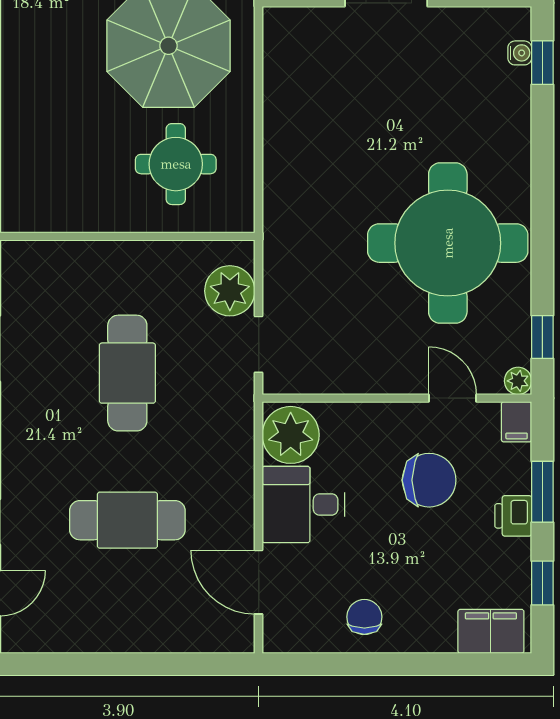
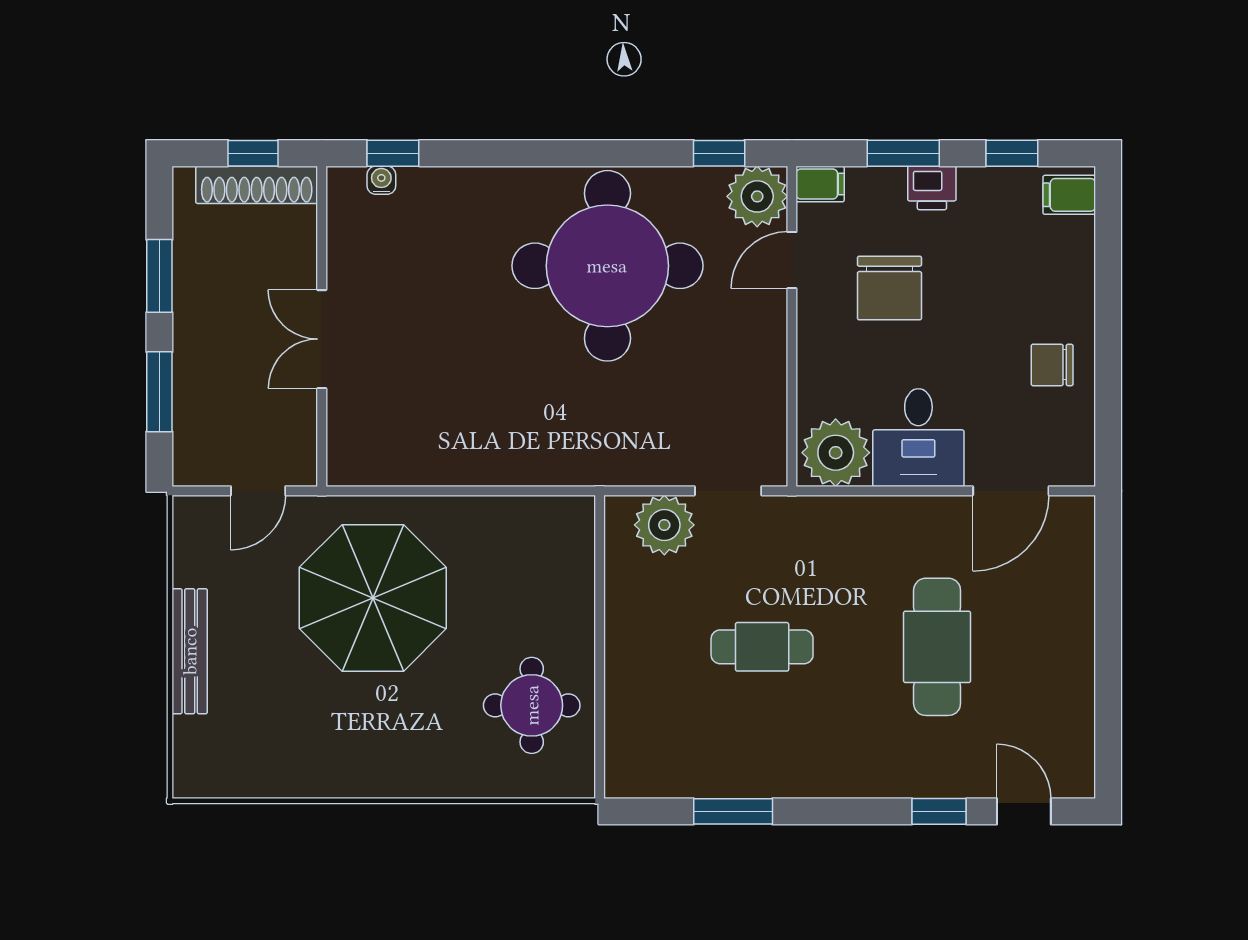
round table: (176, 164) -> (532, 705), moved
cafe table: (127, 373) -> (762, 647), width x0.73, depth x0.74
plant: (518, 381) -> (757, 196), width x1.87, depth x1.87
chair: (429, 480) -> (889, 288), turned 180
filing cabinet: (491, 631) -> (1069, 195), width x0.50

